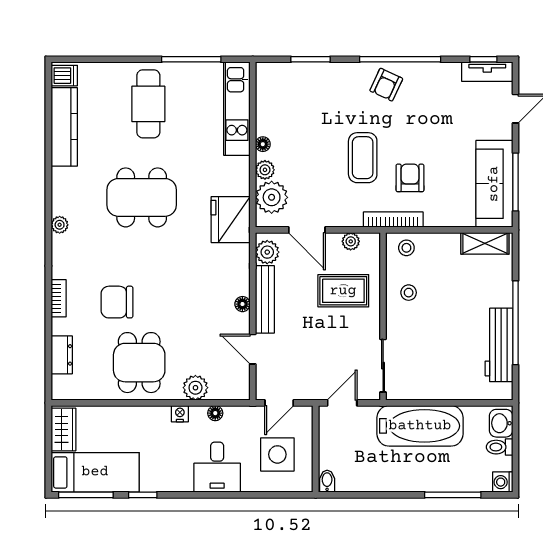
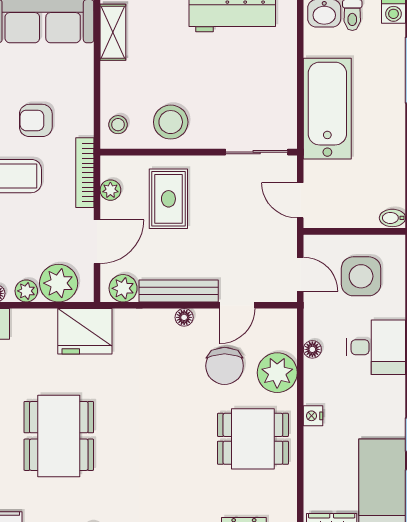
bookcase: (393, 220) -> (85, 173), moved
stool: (409, 293) -> (171, 122), width x1.89, depth x1.89
chair: (117, 302) -> (225, 366), moved
plant: (195, 388) -> (277, 373), width x1.36, depth x1.36
nightstand: (180, 414) -> (313, 416), moved

